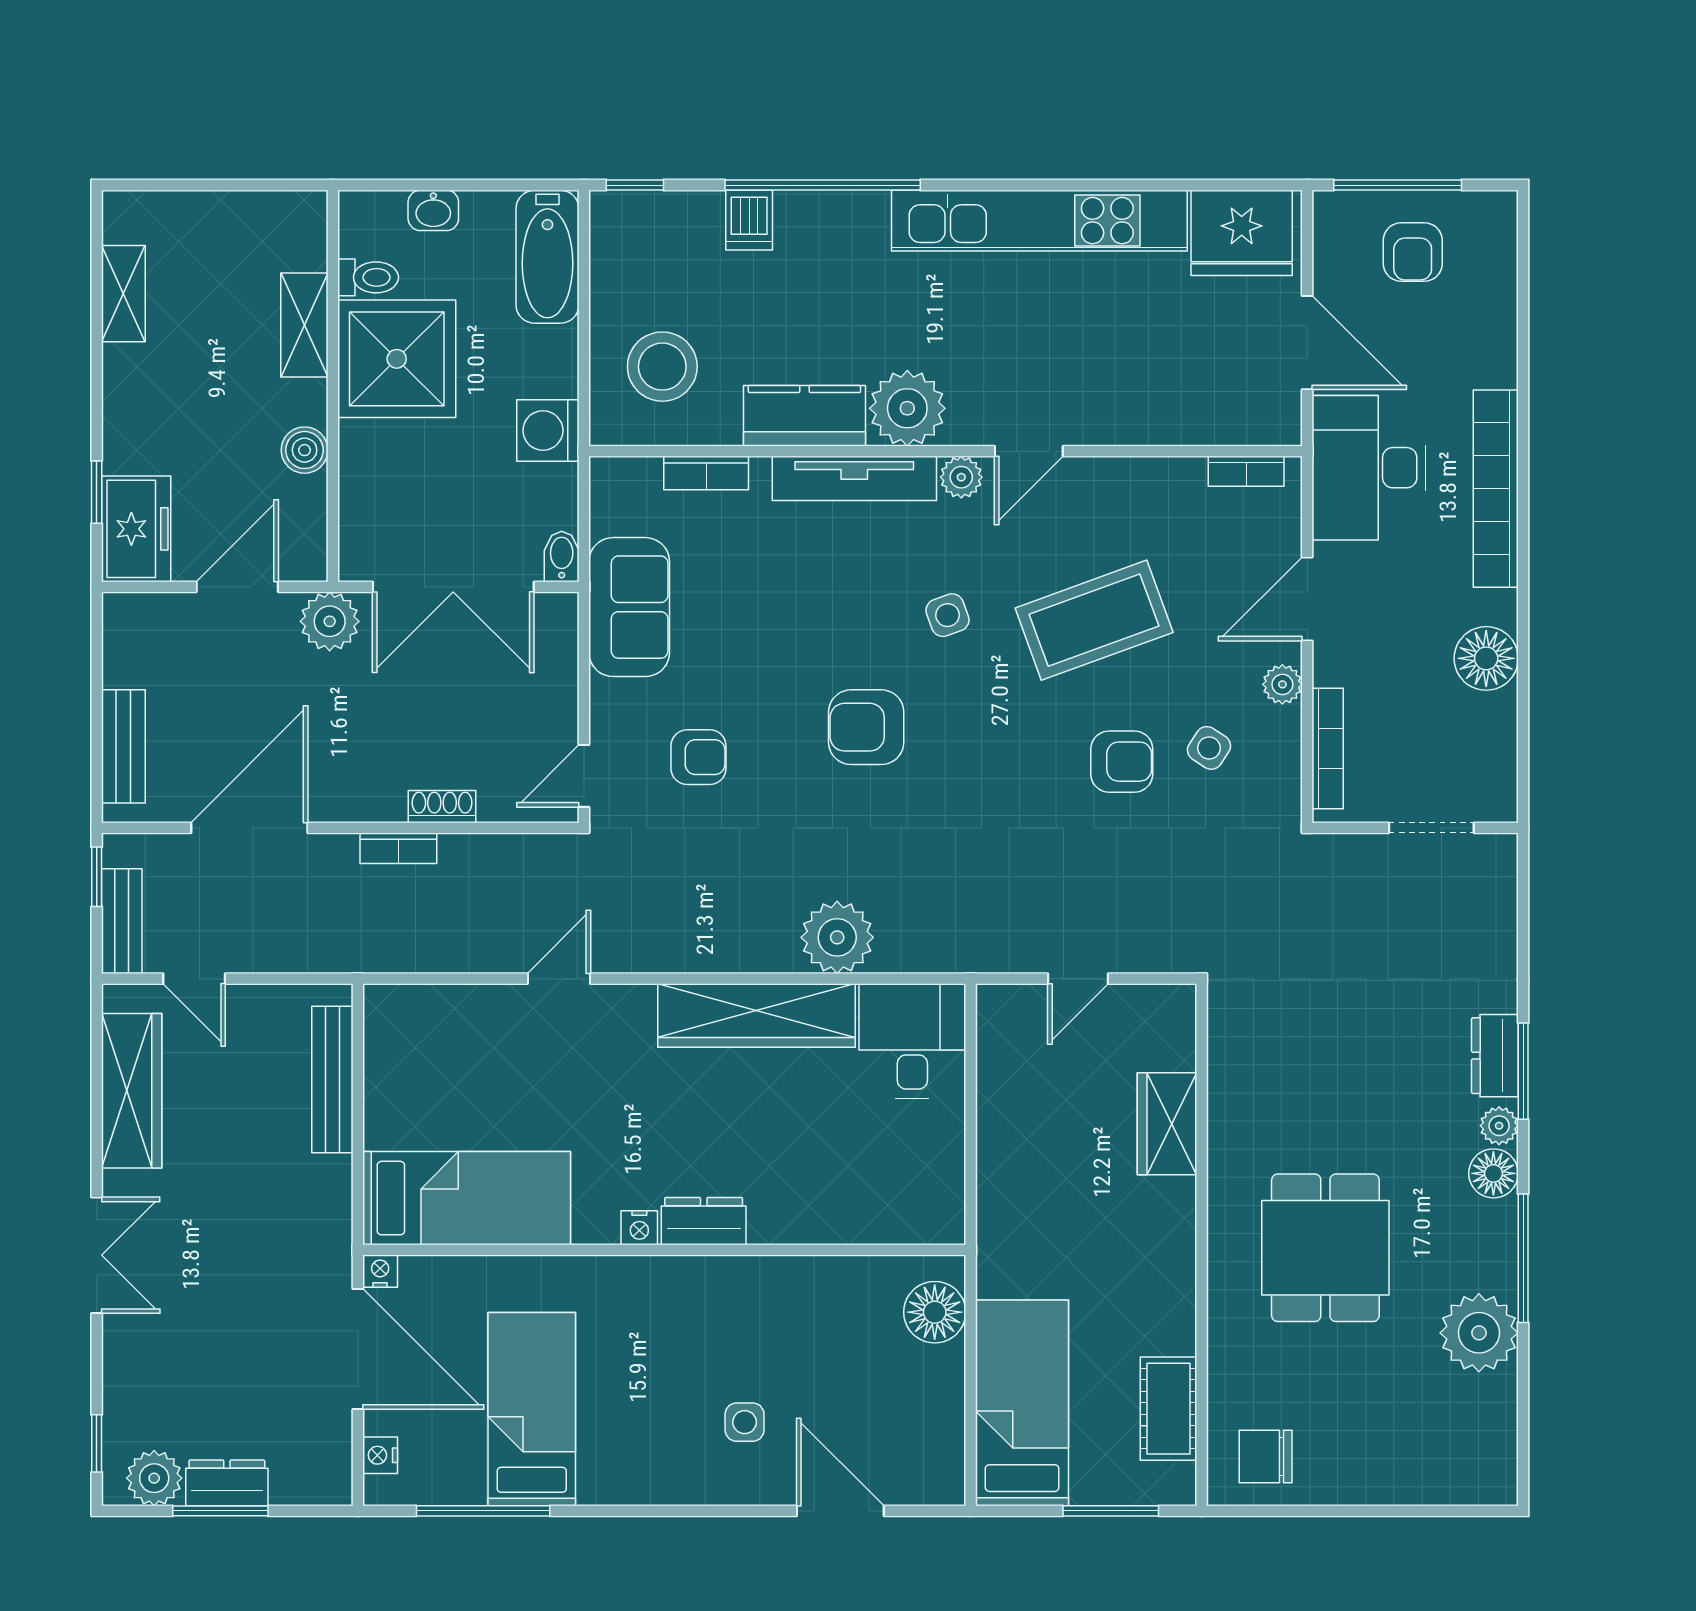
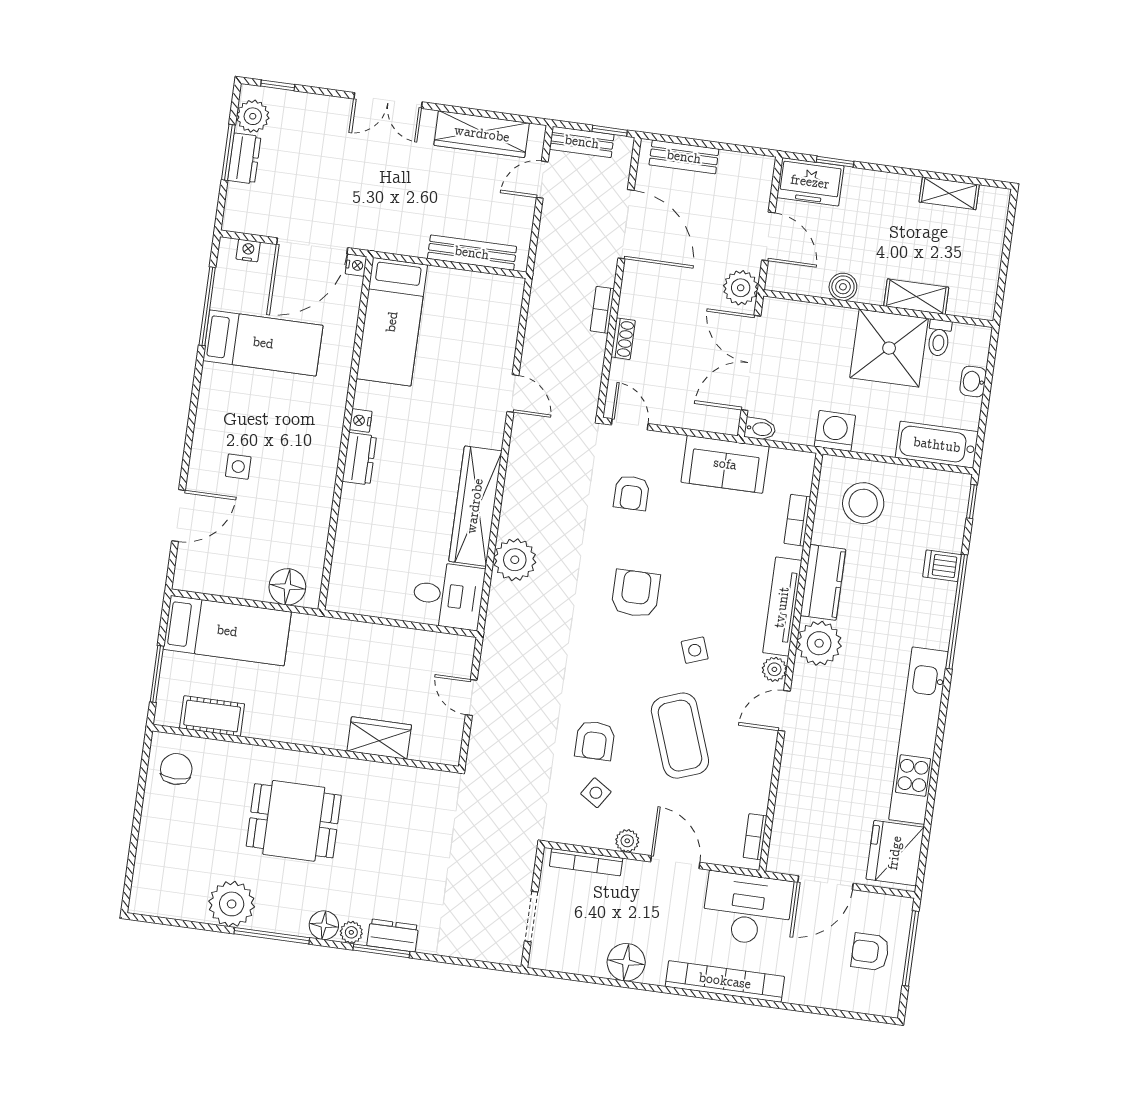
door: (1029, 451) -> (784, 711), hinge flipped

